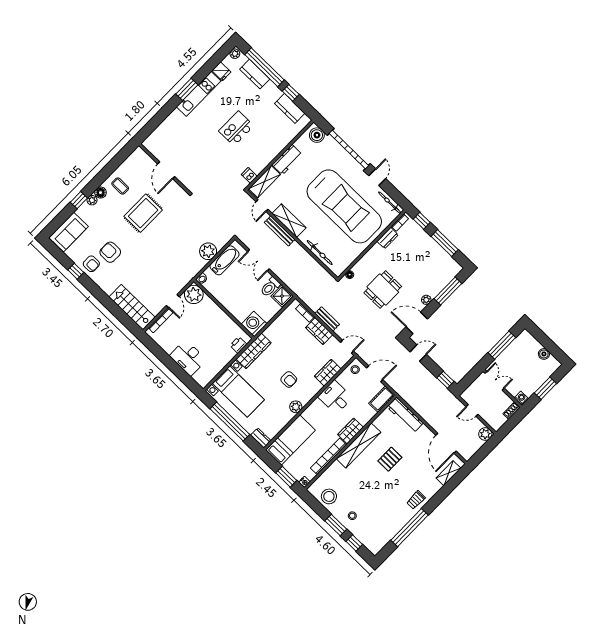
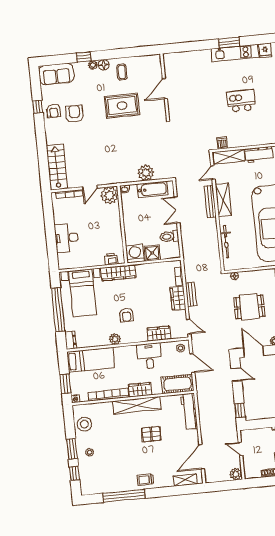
shower: (282, 296) -> (152, 253), moved
cot: (382, 399) -> (177, 384), width x1.37, depth x1.34

